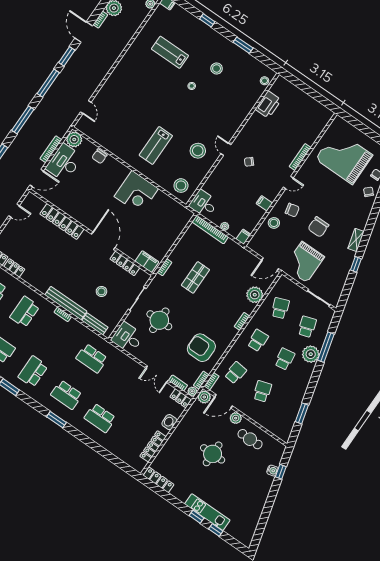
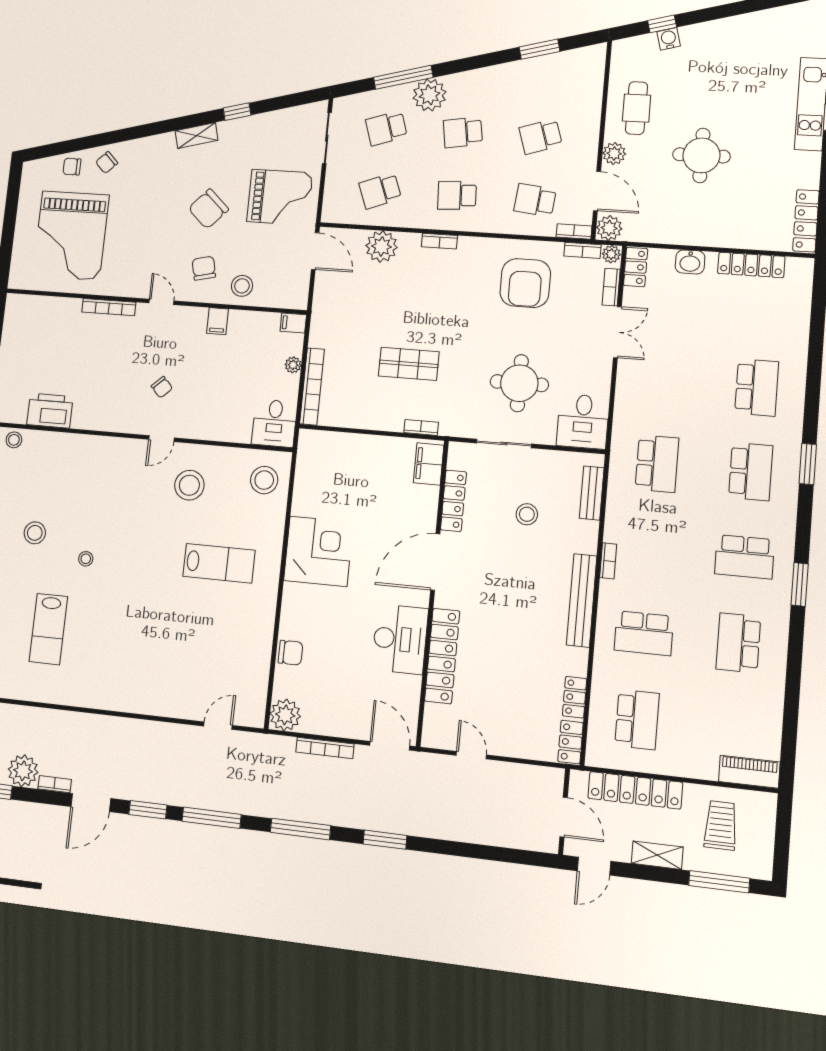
desk: (64, 163) -> (400, 639), moved, turned -90
chair: (318, 227) -> (208, 209), turned 133
bench: (66, 303) -> (582, 600), moved

